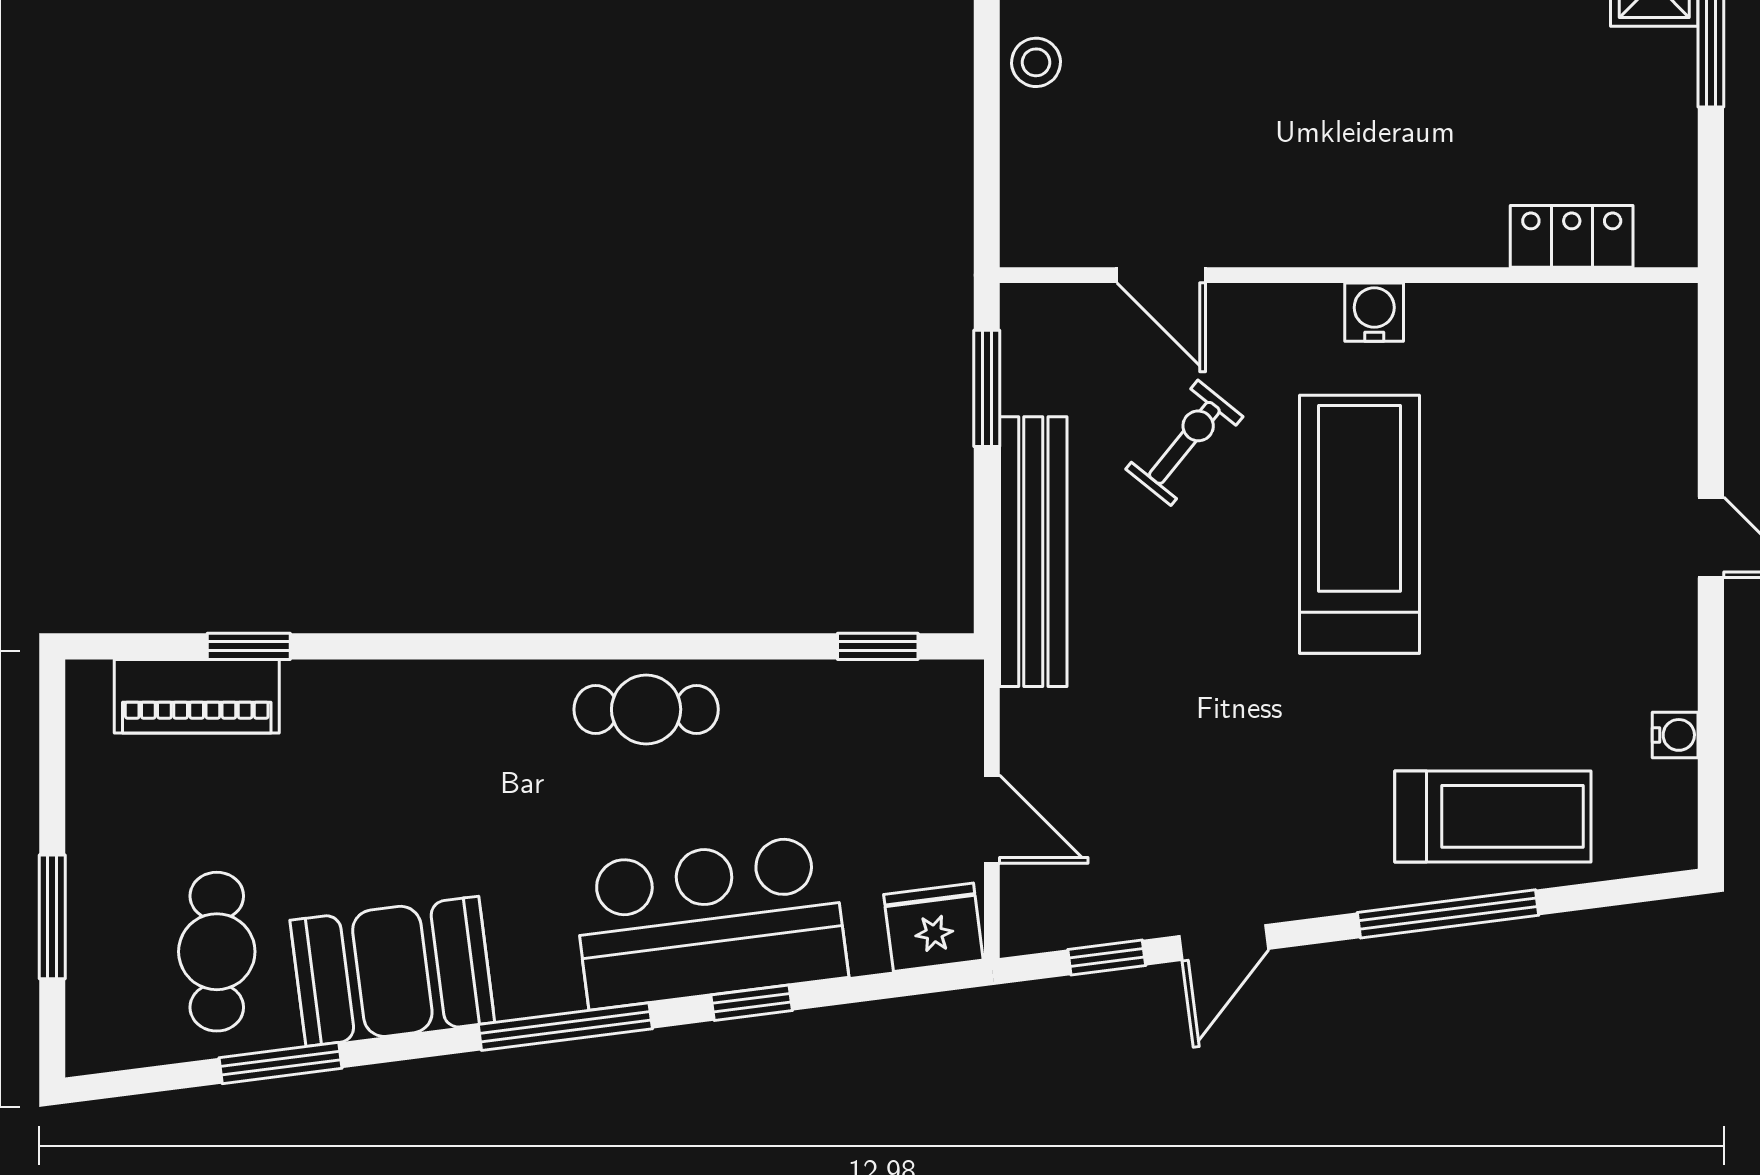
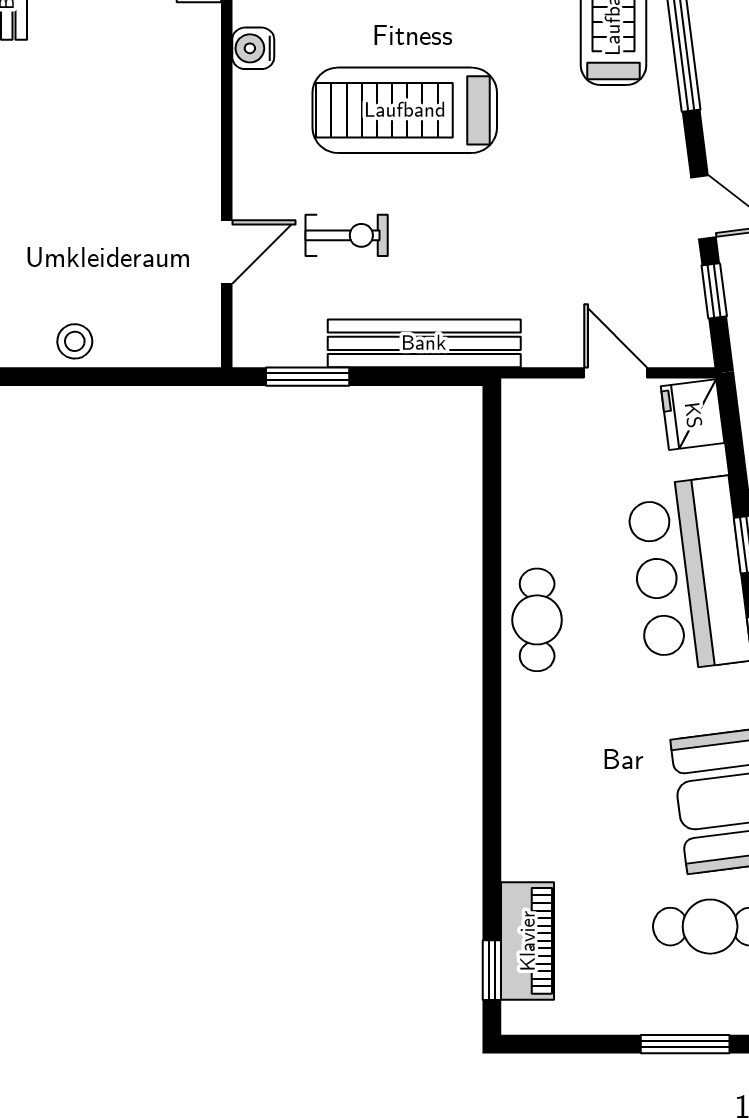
water cooler: (1374, 312) -> (253, 48), moved
exercise bike: (1184, 443) -> (347, 235), turned 141
window: (249, 646) -> (492, 970), moved
window: (878, 646) -> (492, 454), removed
door: (992, 819) -> (615, 373), hinge flipped

